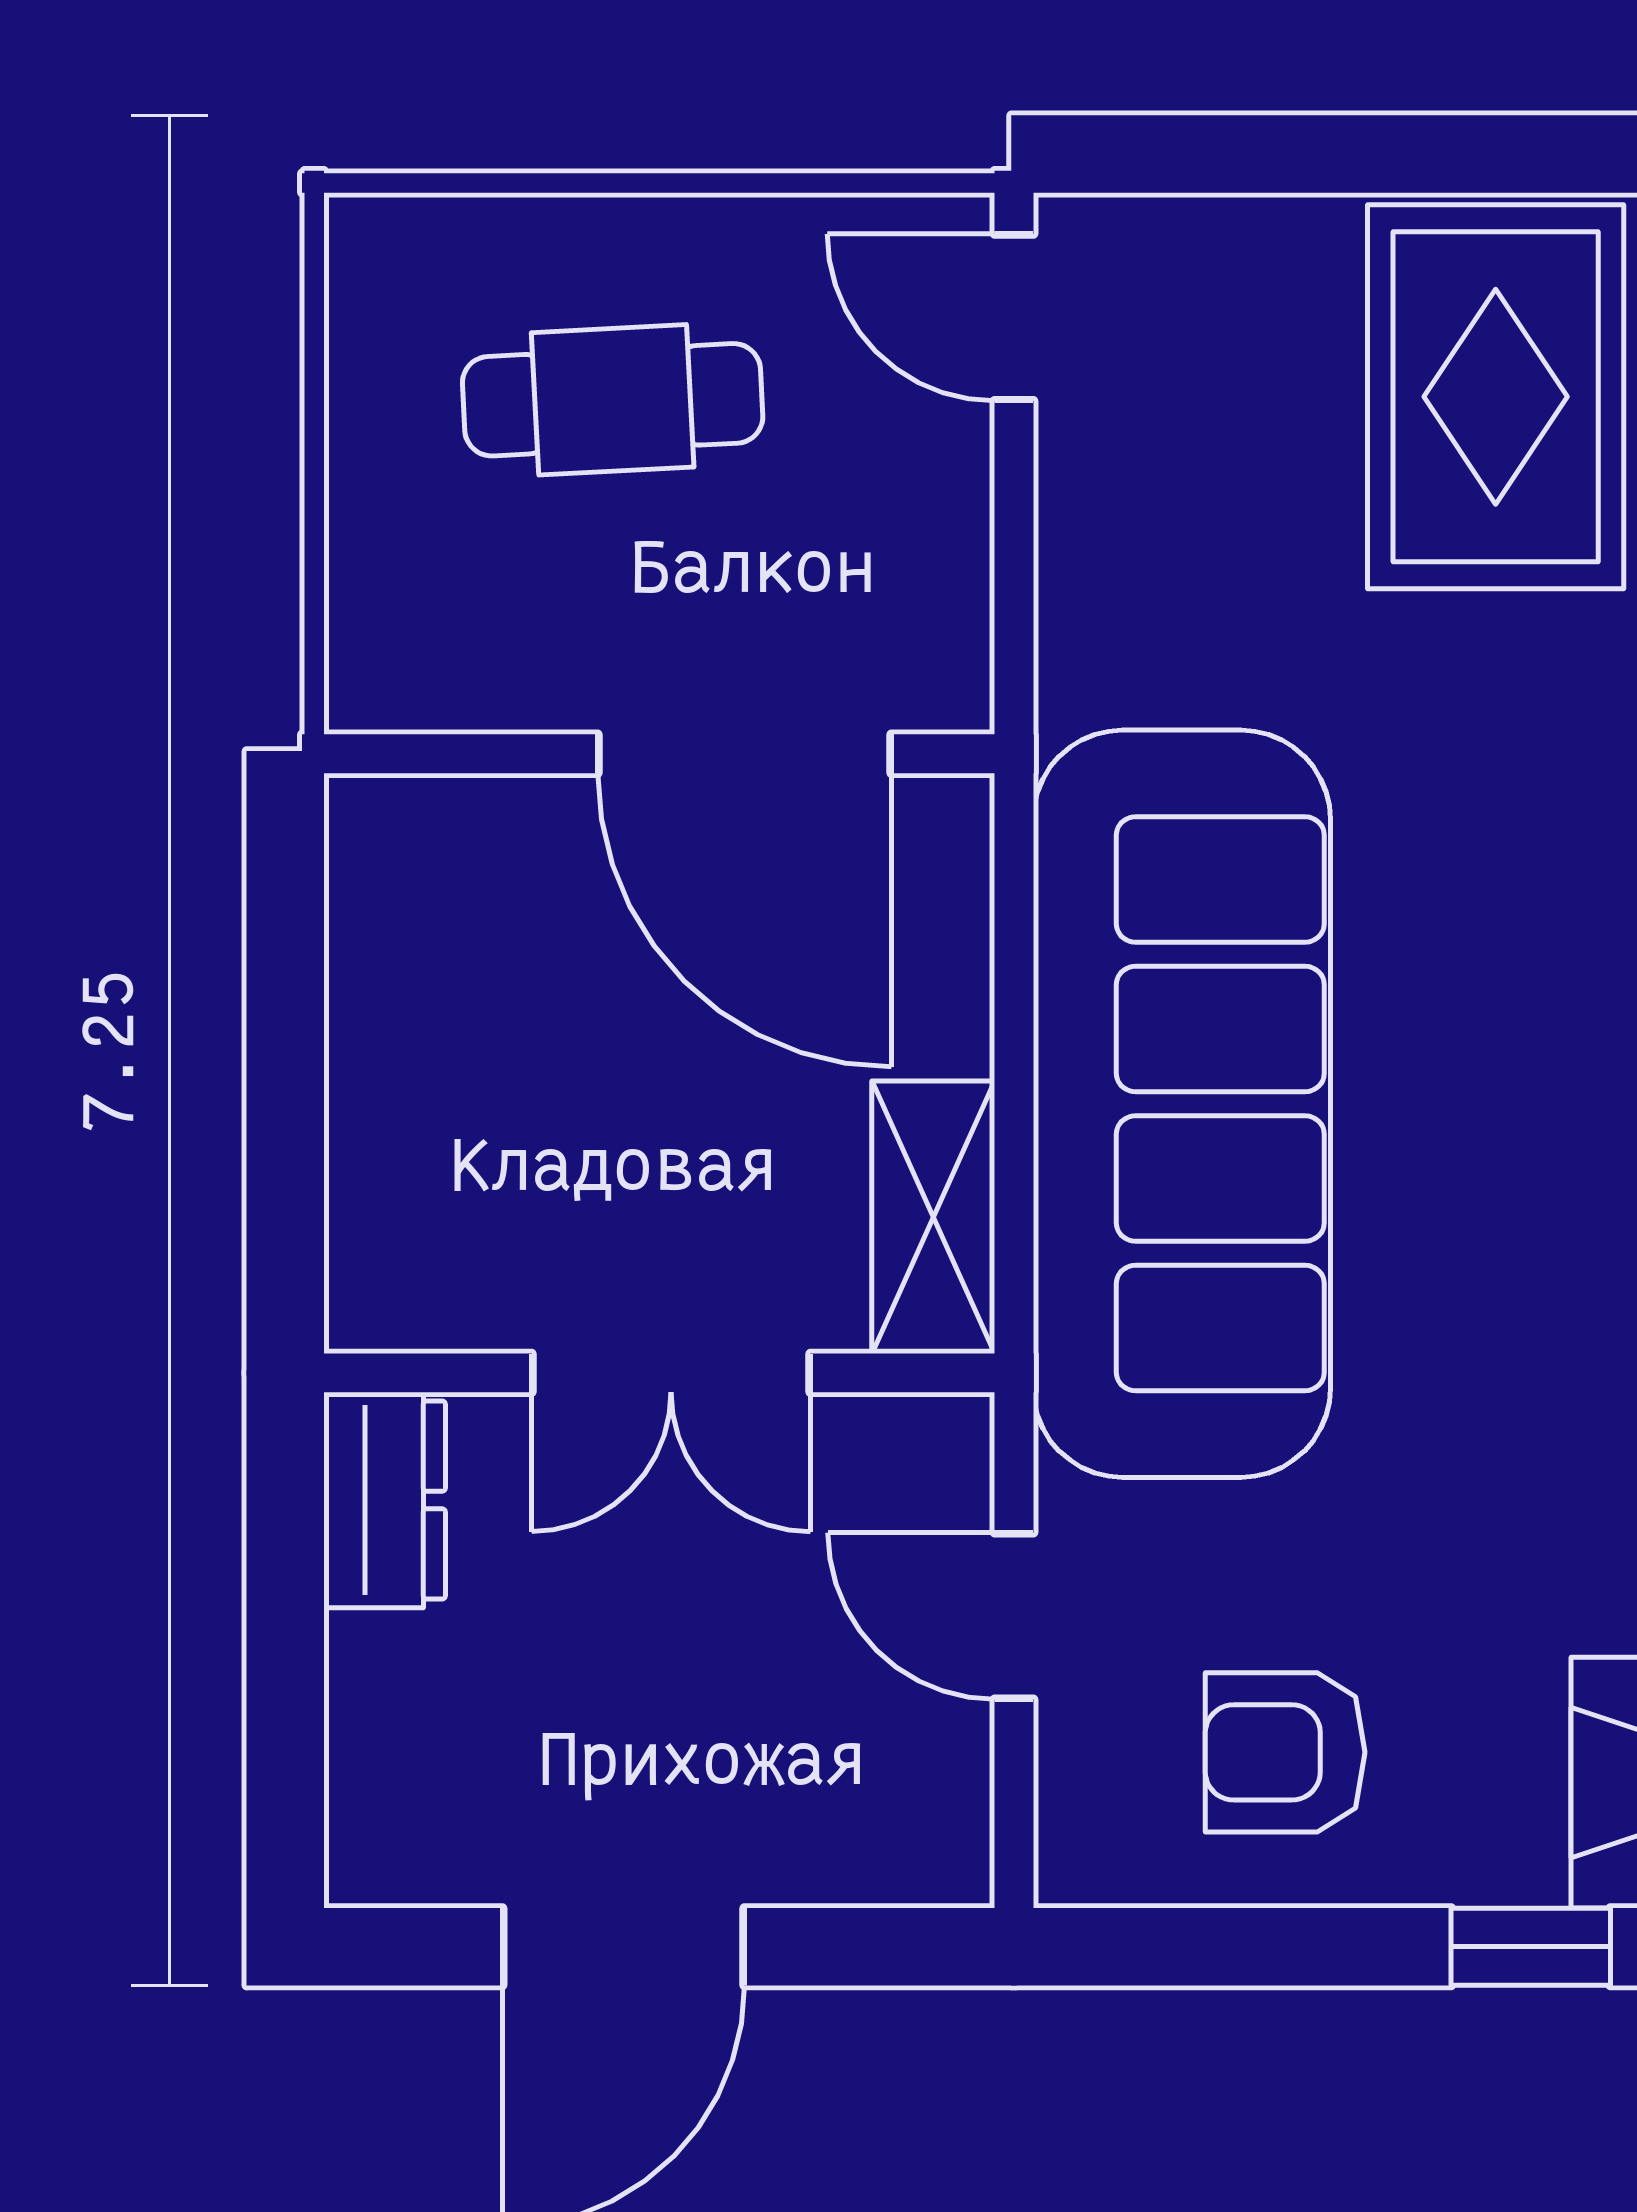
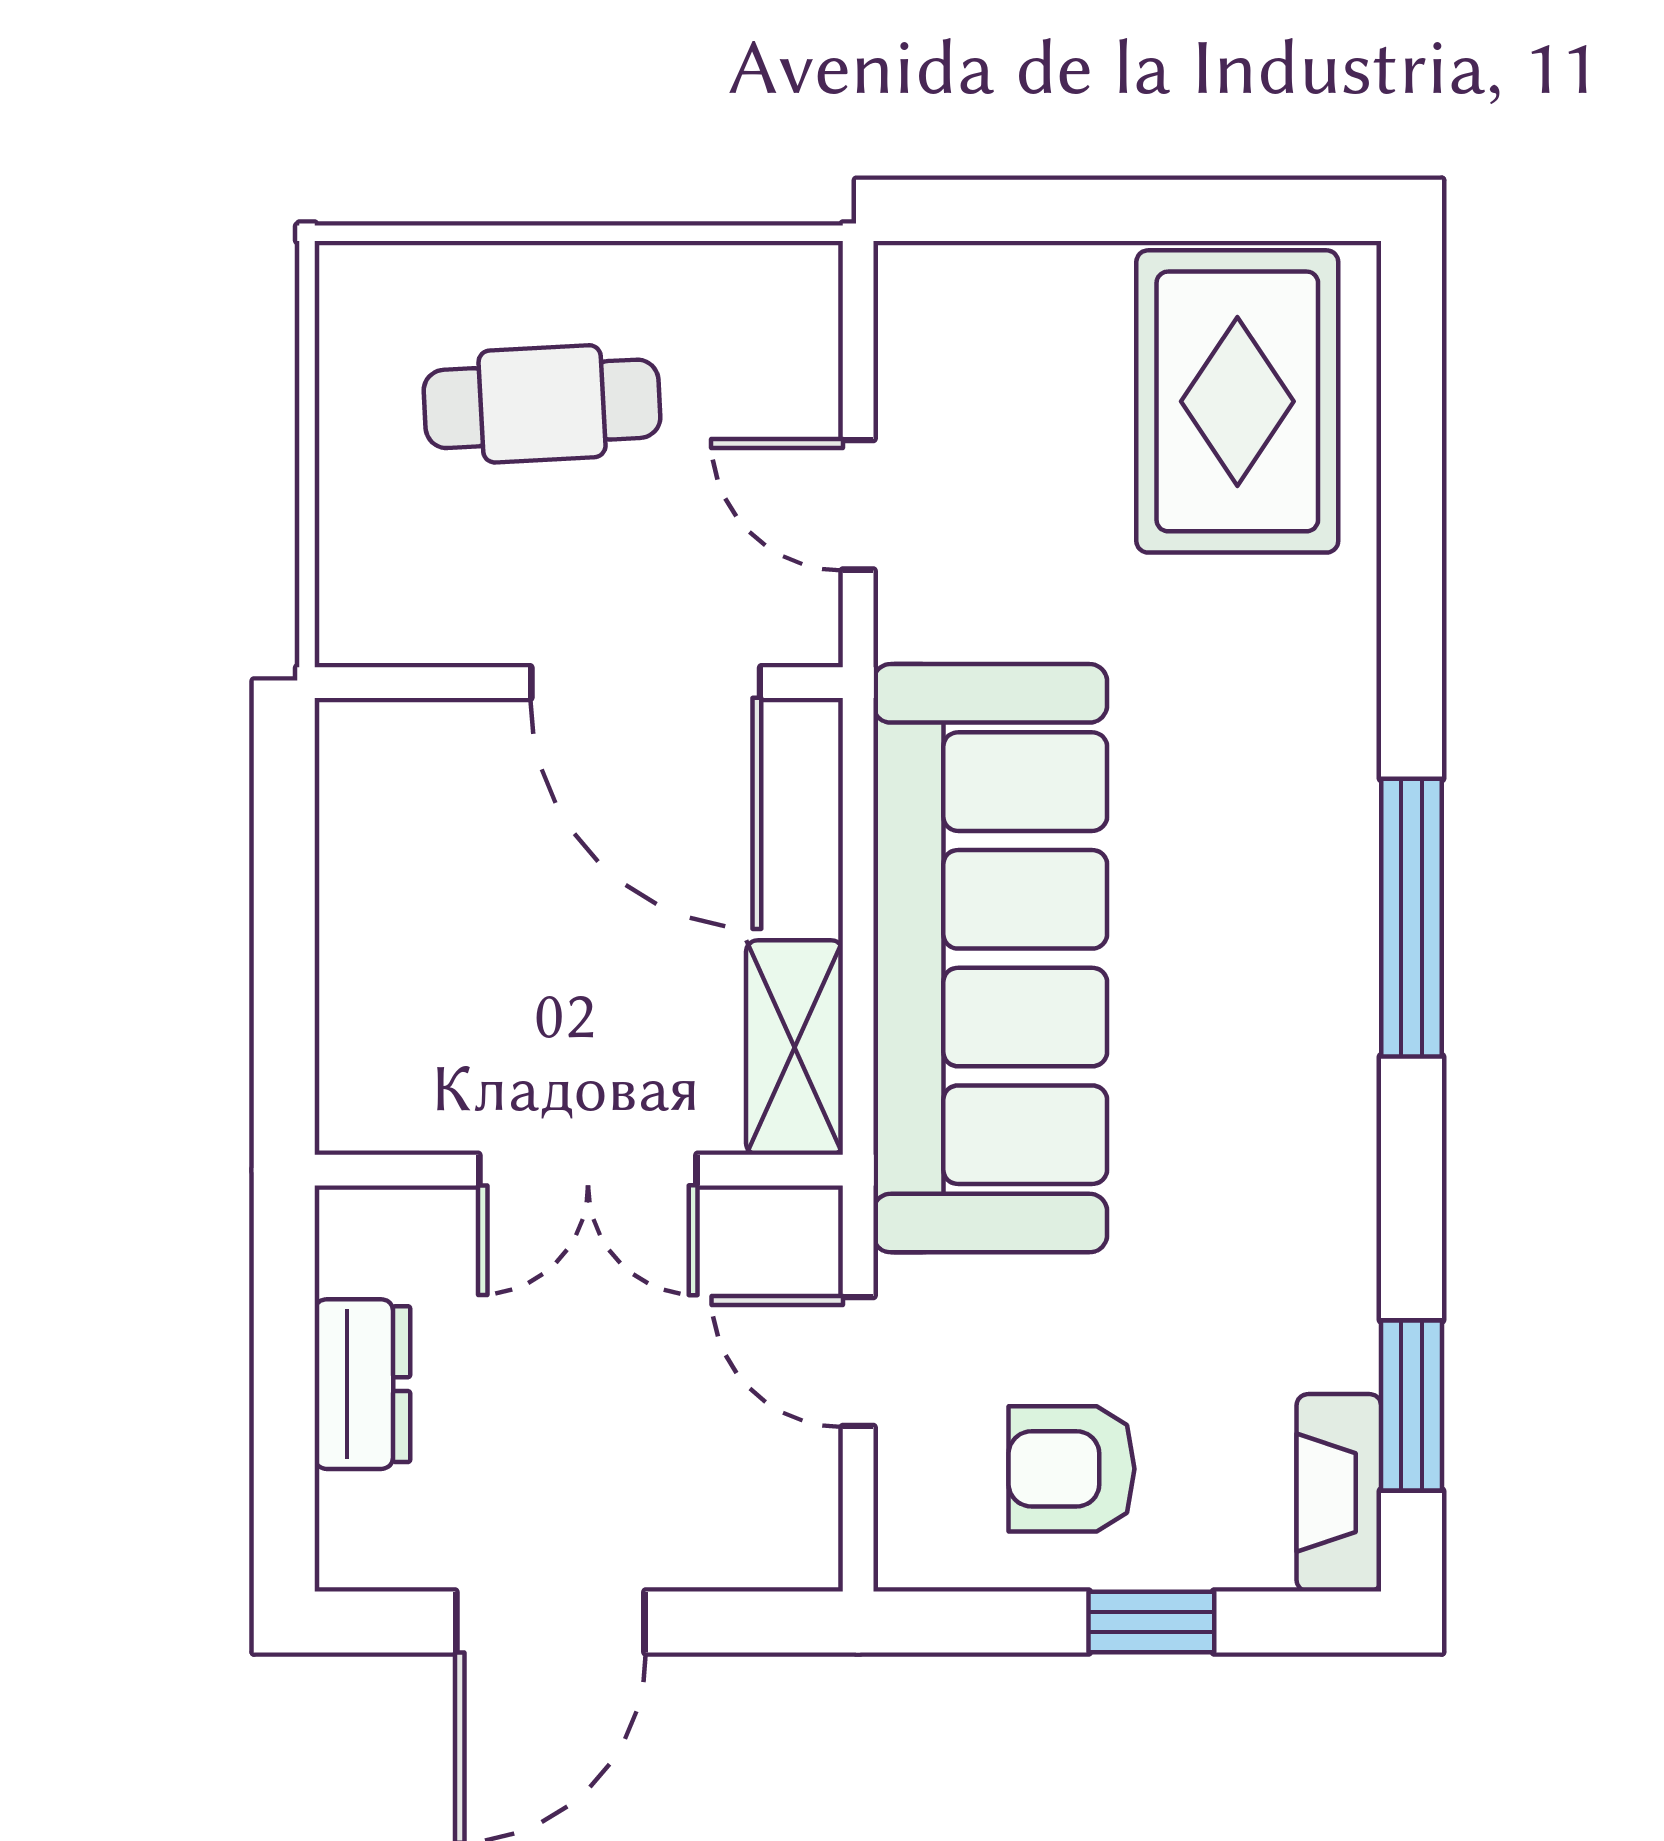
door: (1014, 317) -> (858, 505), moved
dresser: (385, 1500) -> (362, 1384), moved
window: (1531, 1947) -> (1151, 1622), moved

